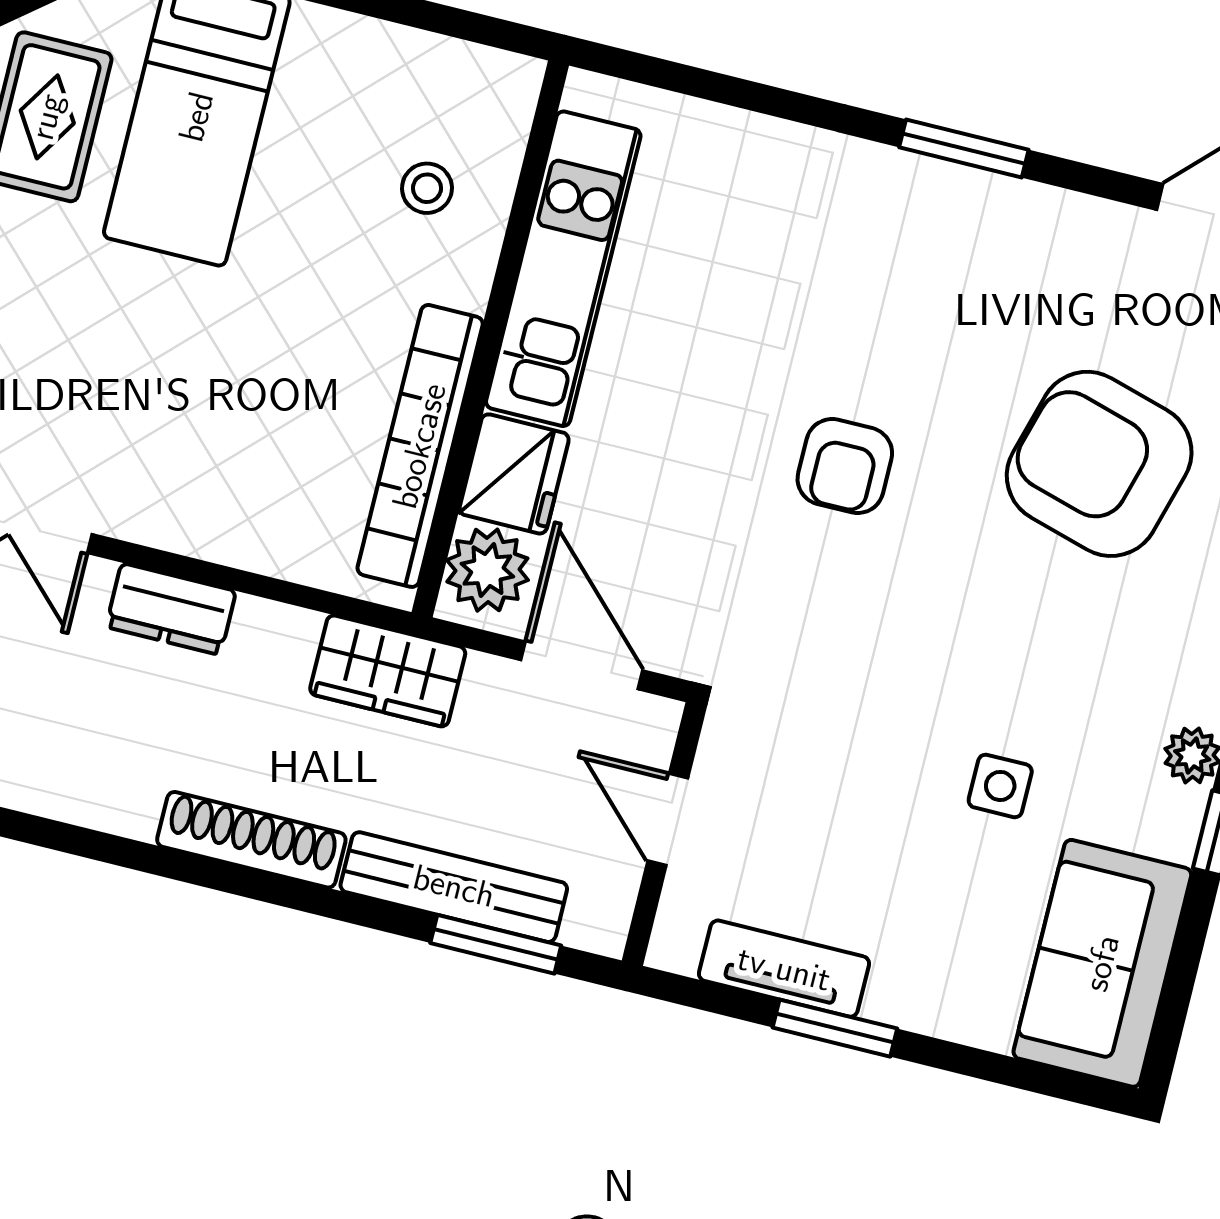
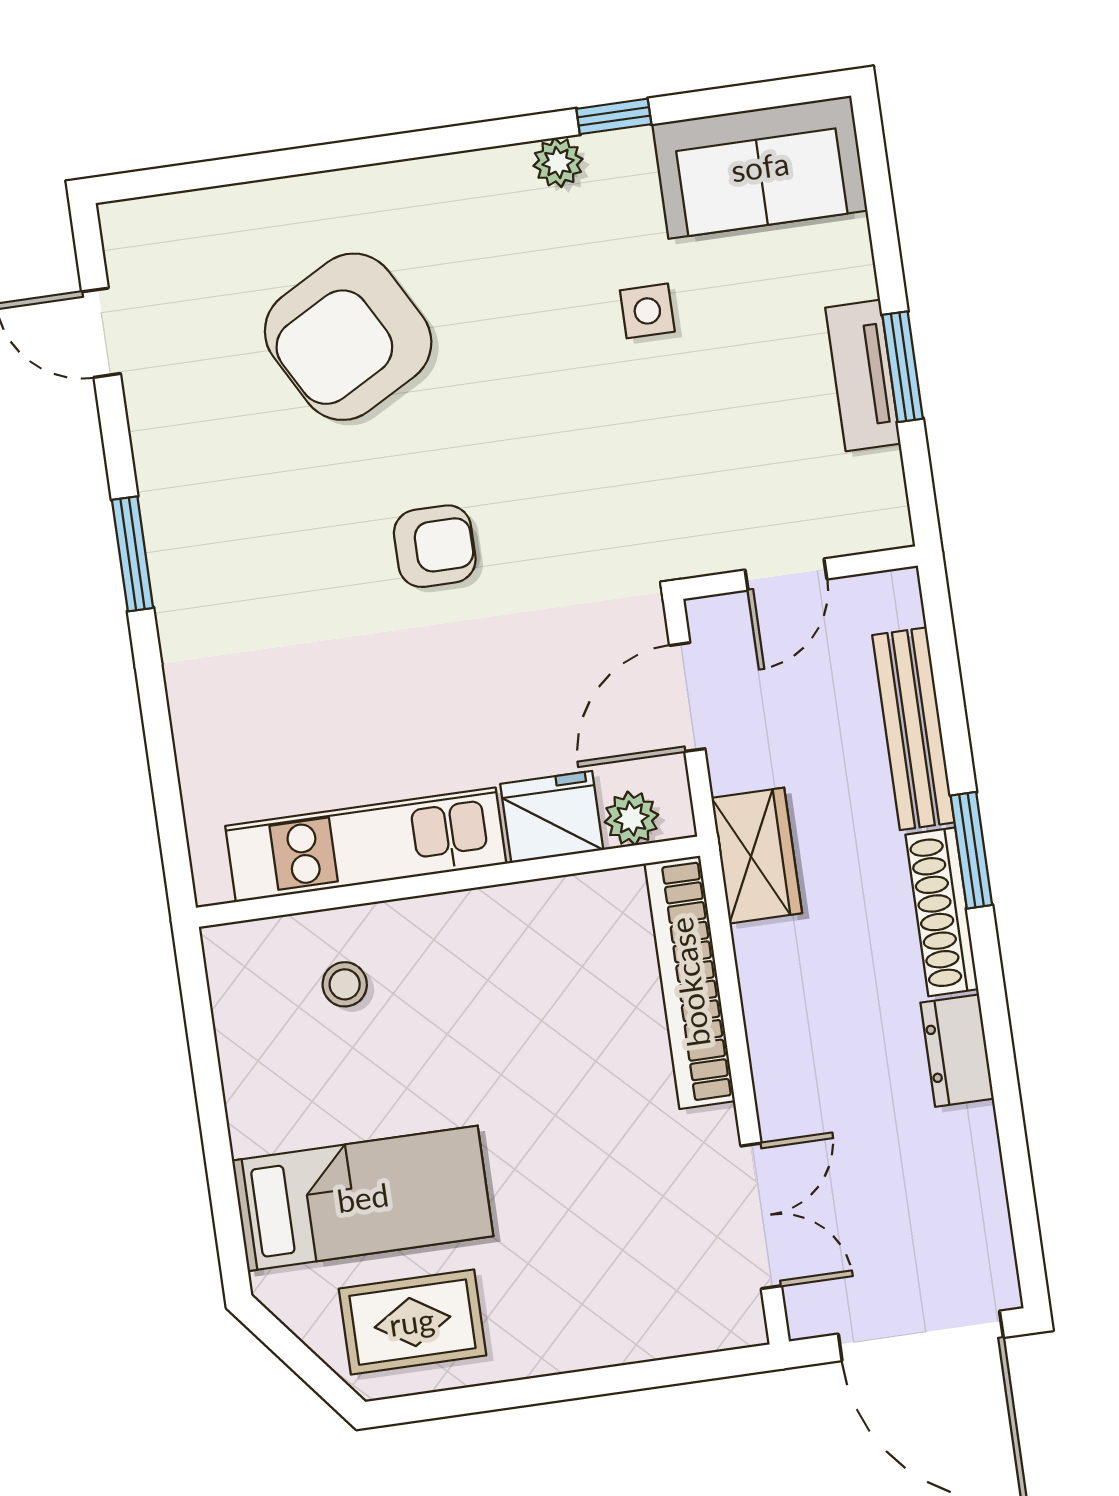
bookcase: (420, 446) -> (690, 982), moved, turned 90
armchair: (1099, 464) -> (348, 337), turned 45
plant: (487, 570) -> (631, 818), width x0.73, depth x0.73
dresser: (171, 609) -> (957, 1051), moved, turned 180
window: (496, 944) -> (971, 850), moved
tv unit: (784, 969) -> (863, 376), moved

